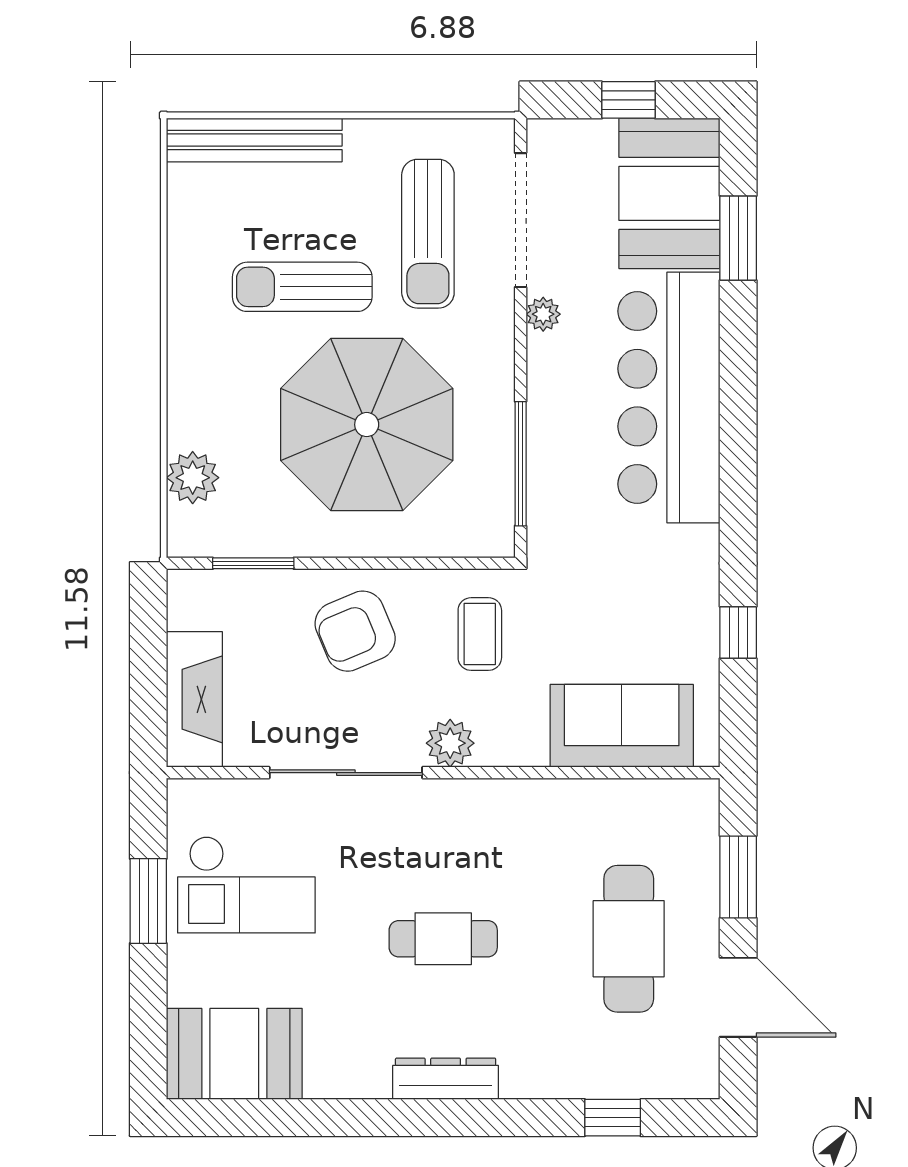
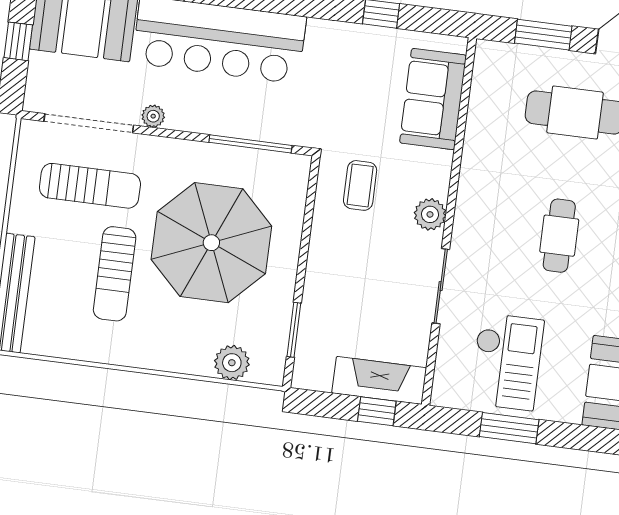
armchair: (355, 631) -> (348, 268), removed
coffee table: (480, 634) -> (360, 185), turned 90
window: (148, 702) -> (377, 411), added
sliding door: (346, 773) -> (441, 286), width x0.73

